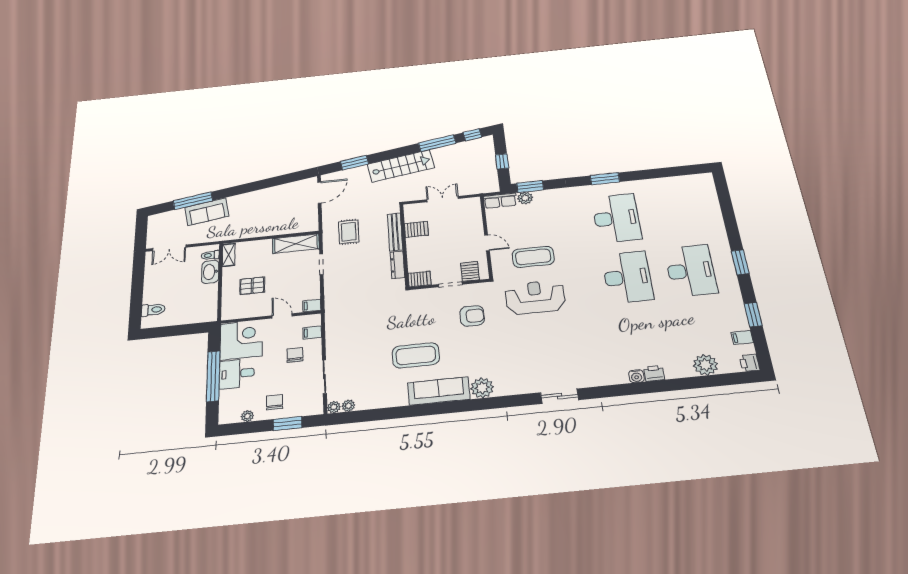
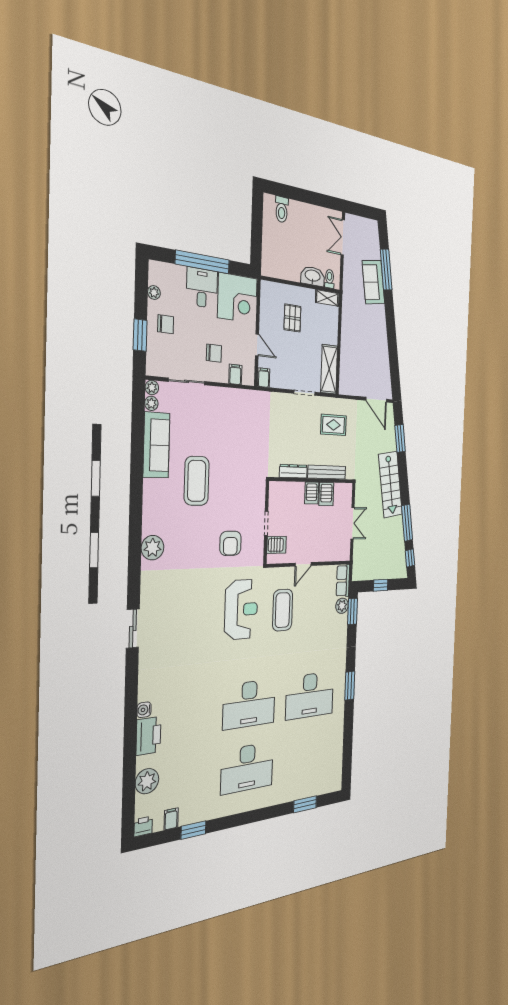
window: (740, 262) -> (305, 804), moved
server rack: (420, 279) -> (312, 493), moved
door: (282, 316) -> (257, 345), hinge flipped
printer: (654, 373) -> (148, 736), width x1.87, depth x1.48
sofa: (439, 391) -> (156, 445), moved

